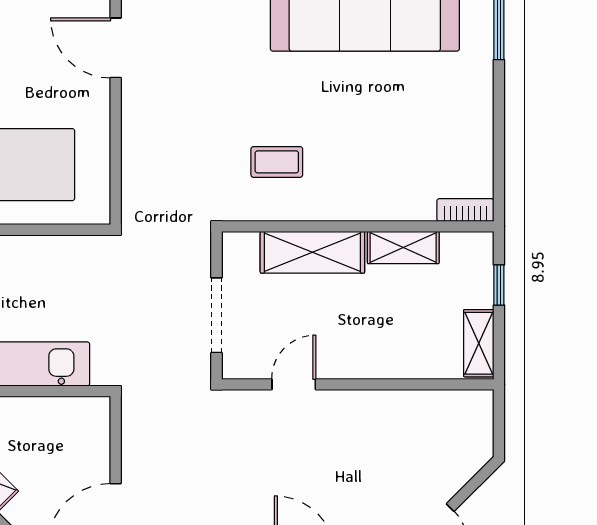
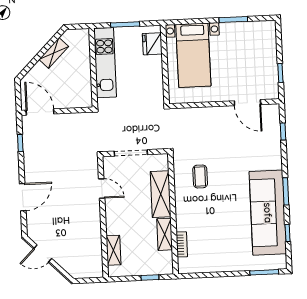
door: (116, 48) -> (247, 103), swing flipped
bookcase: (465, 210) -> (182, 244), moved
shelving: (479, 343) -> (113, 250), moved, turned 90

